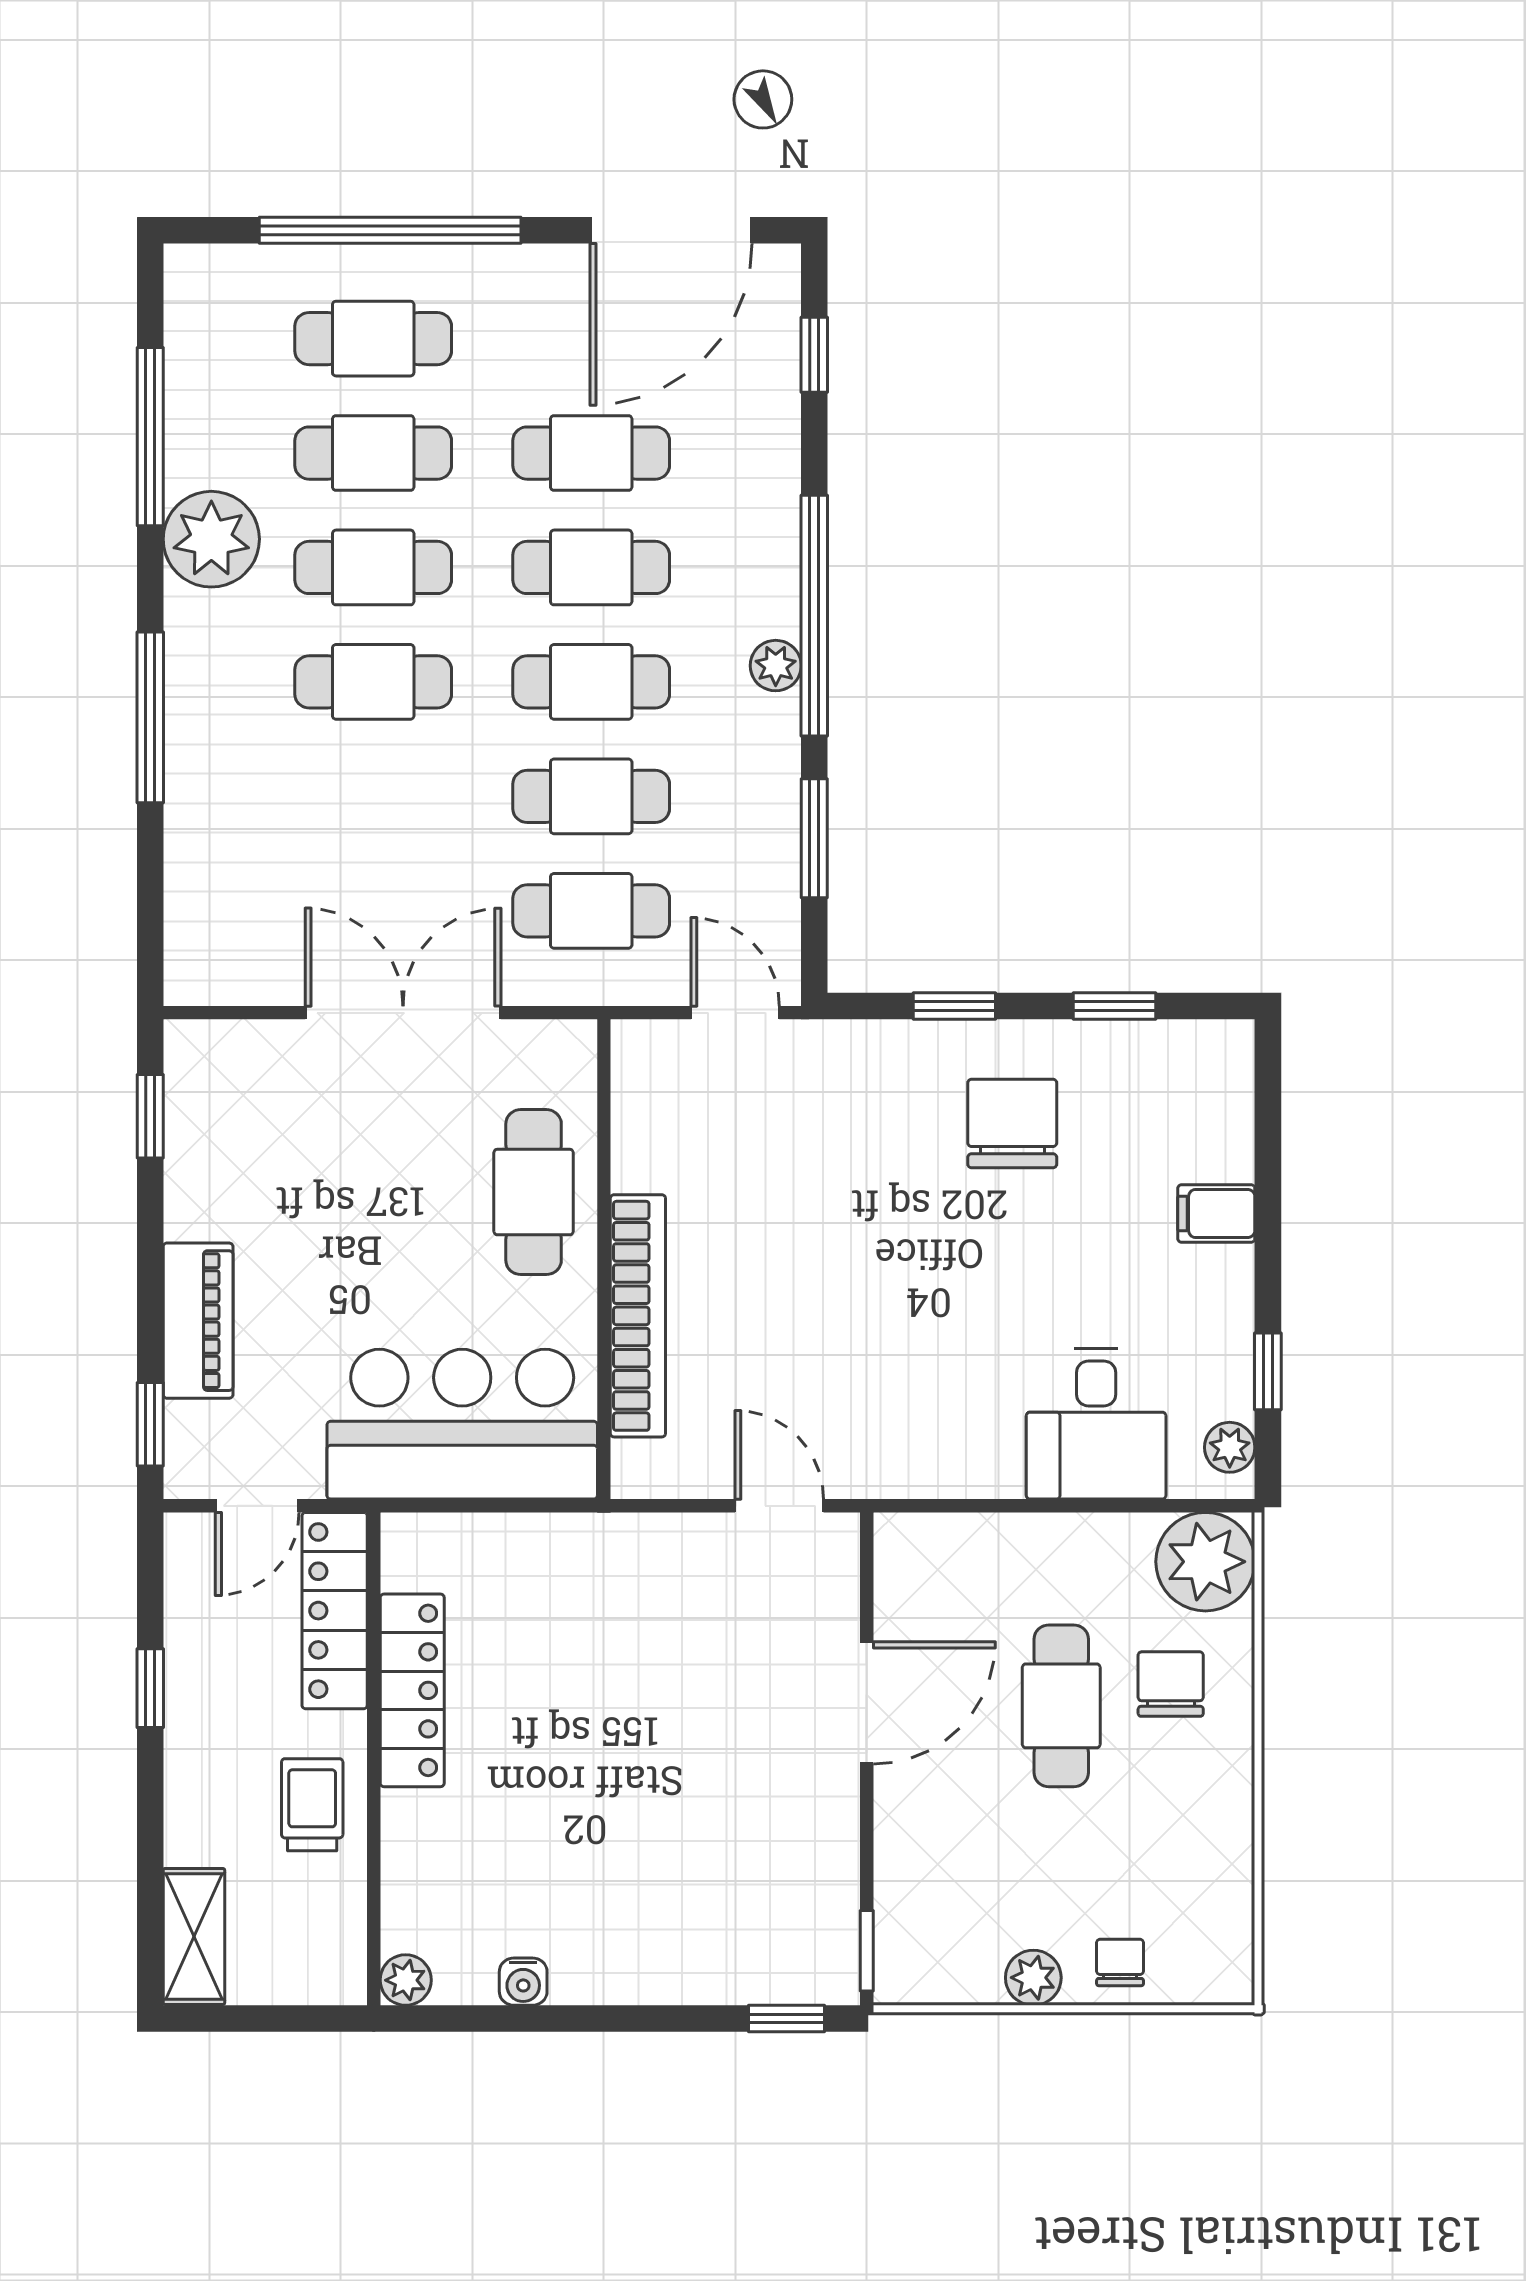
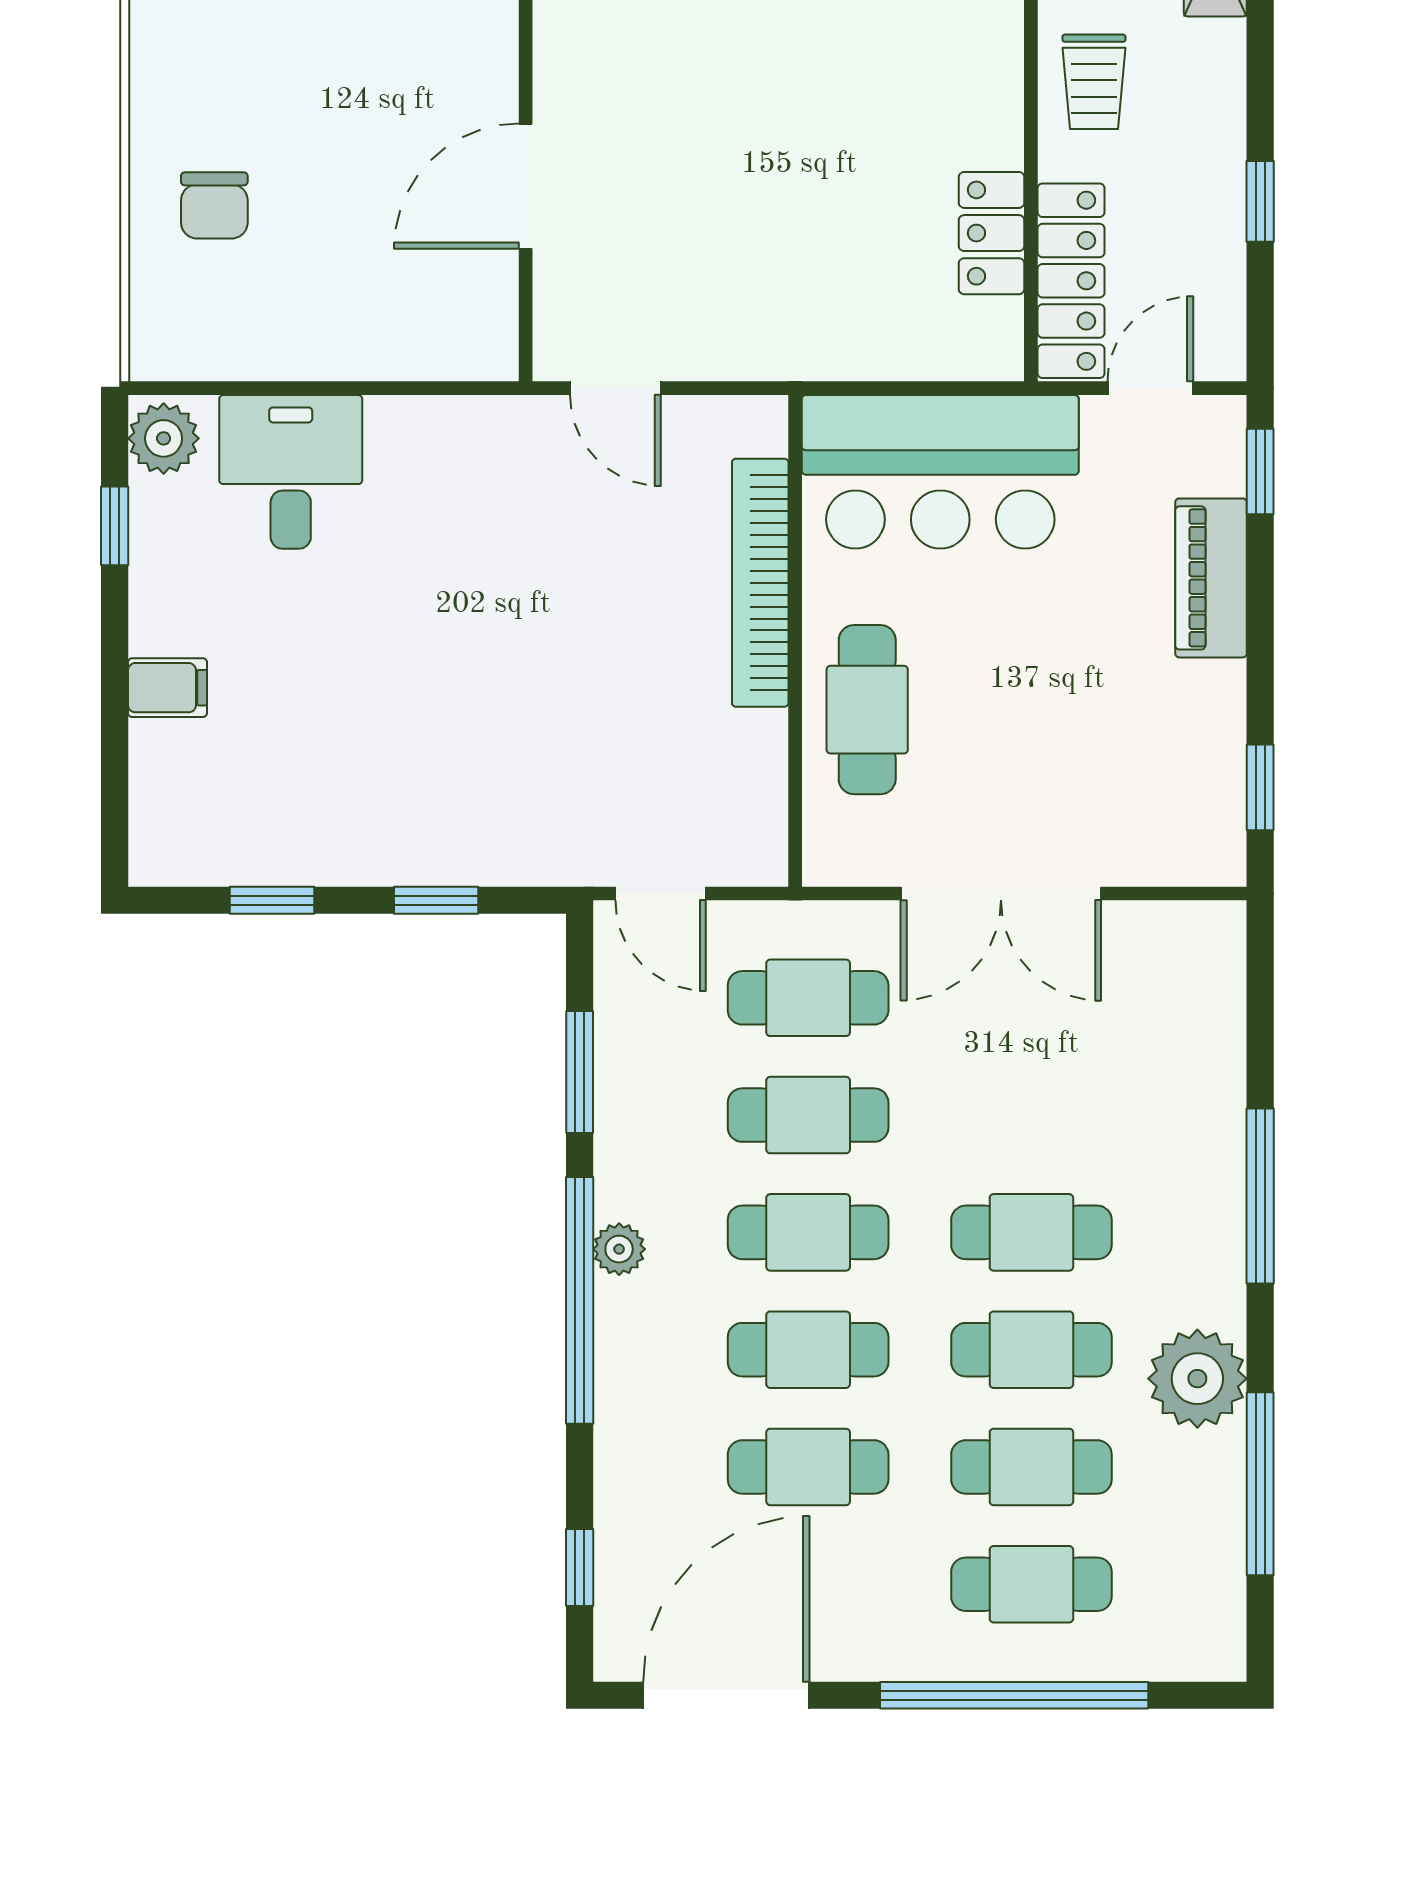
chair: (1012, 1124) -> (377, 780), removed
plant: (1230, 1447) -> (164, 438), width x1.38, depth x1.38
plant: (1205, 1562) -> (179, 331), removed
locker: (412, 1690) -> (992, 233), width x0.66
cafe table: (1061, 1706) -> (326, 183), removed

